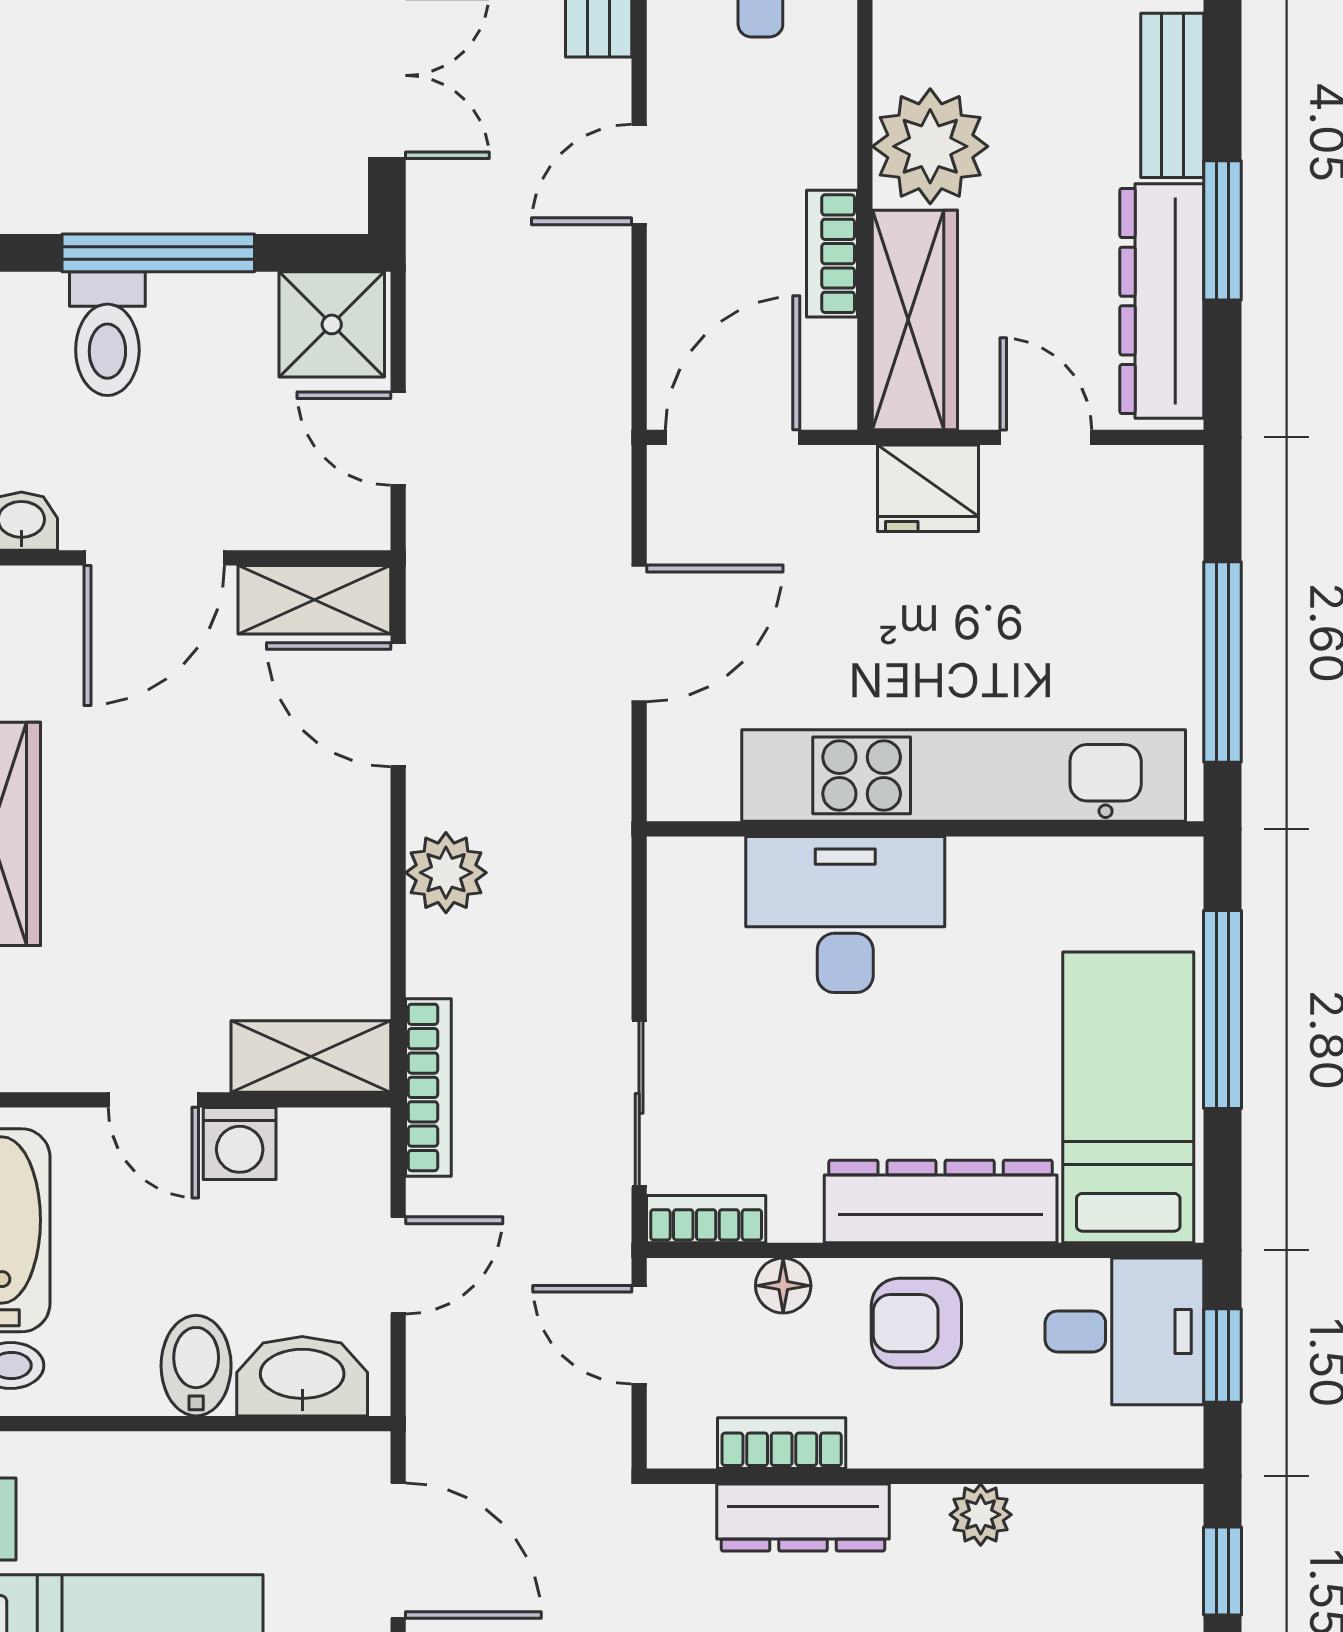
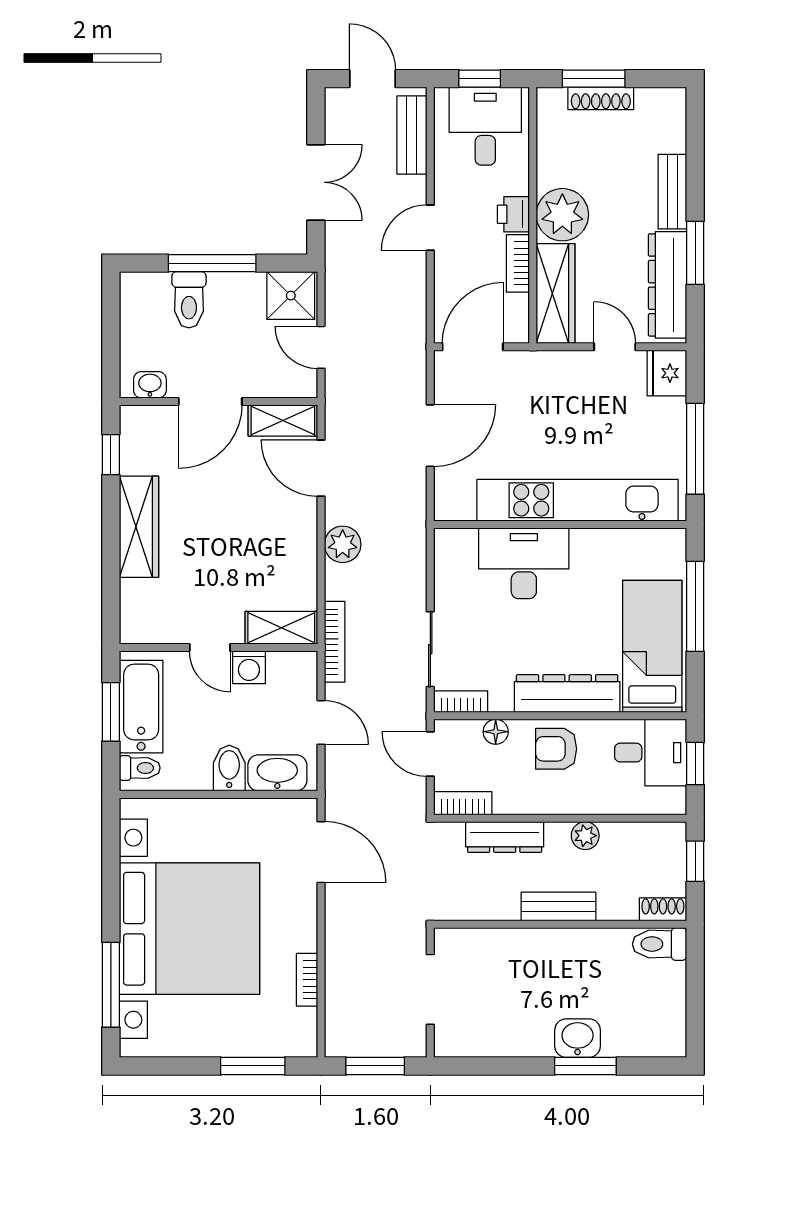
printer: (822, 145) -> (513, 214), added
fridge: (928, 488) -> (667, 373), moved, turned 90
door: (398, 1265) -> (321, 723), hinge flipped
bookcase: (782, 1443) -> (463, 803), moved

